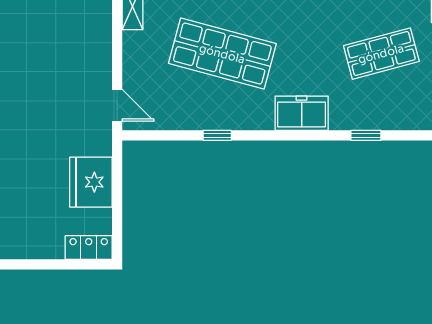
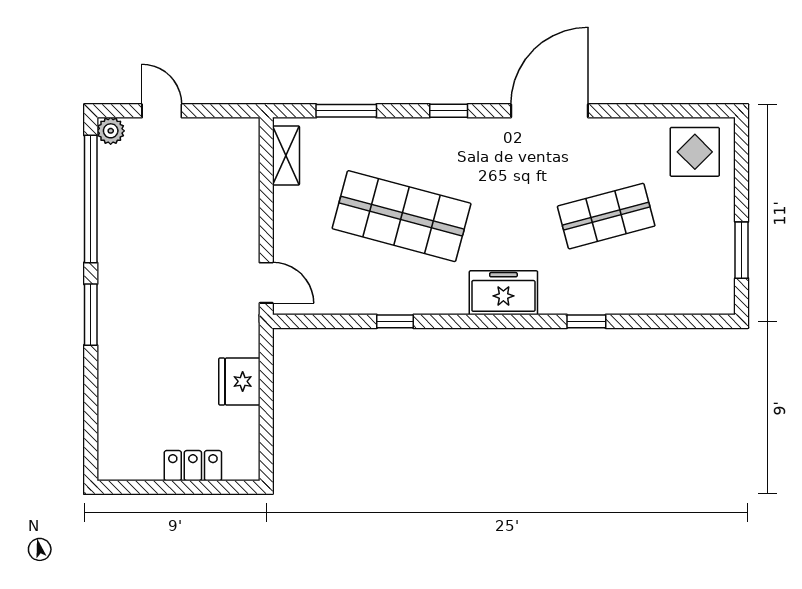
fridge: (91, 182) -> (239, 381), width x0.73, depth x0.75
locker: (89, 248) -> (193, 466), moved

